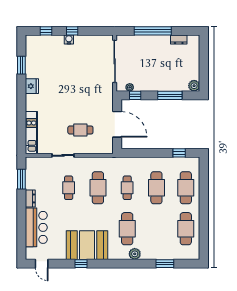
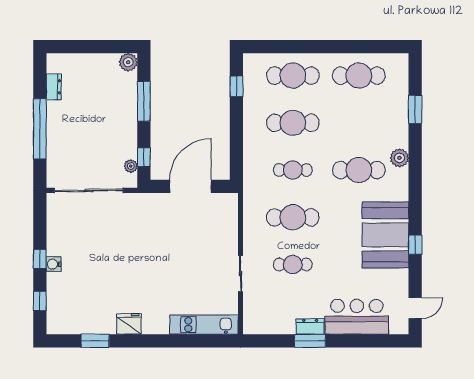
cafe table: (80, 130) -> (200, 245), removed
window: (21, 179) -> (310, 341), moved

